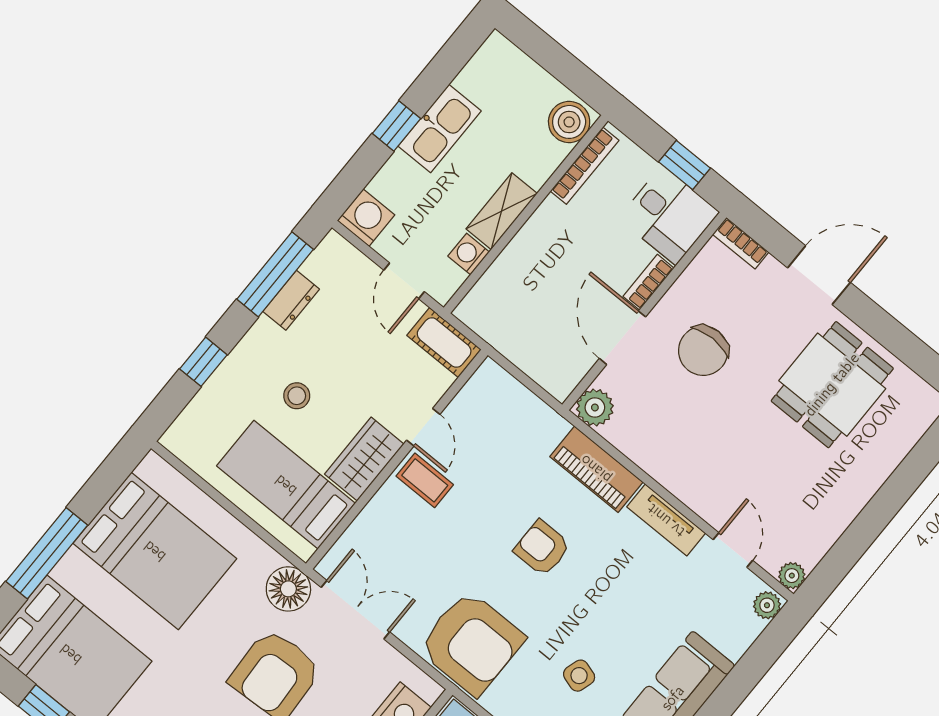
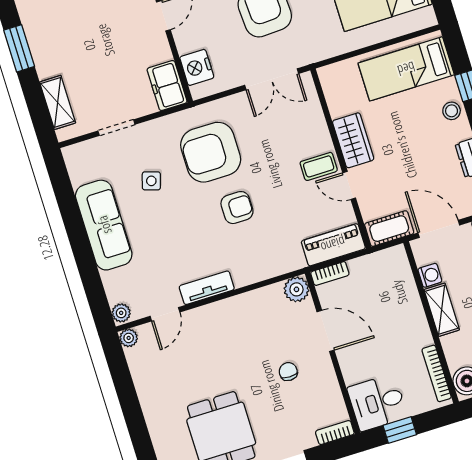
door: (404, 281) -> (439, 229), width x1.38
bookcase: (648, 282) -> (330, 273), moved, turned 90
chair: (703, 351) -> (288, 372), width x0.54, depth x0.54
stool: (297, 396) -> (452, 111), moved
piano: (596, 469) -> (333, 245), moved
bed: (286, 485) -> (406, 69), moved, turned 180
door: (733, 550) -> (165, 314), hinge flipped
floor lamp: (288, 589) -> (308, 49), removed
armchair: (471, 643) -> (211, 152), moved

